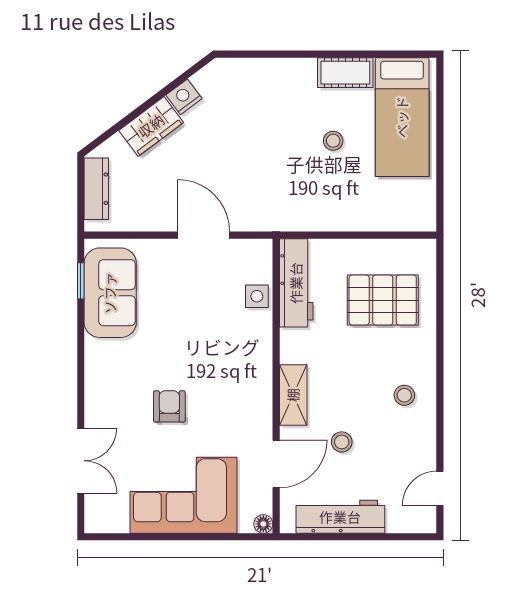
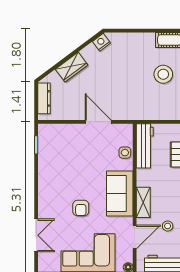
nightstand: (184, 97) -> (101, 42), moved
stool: (333, 141) -> (163, 74), width x1.89, depth x1.89
sofa: (110, 293) -> (120, 194), moved, turned 180
armchair: (169, 406) -> (81, 208), turned 180

